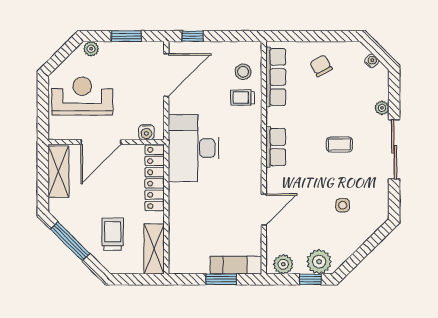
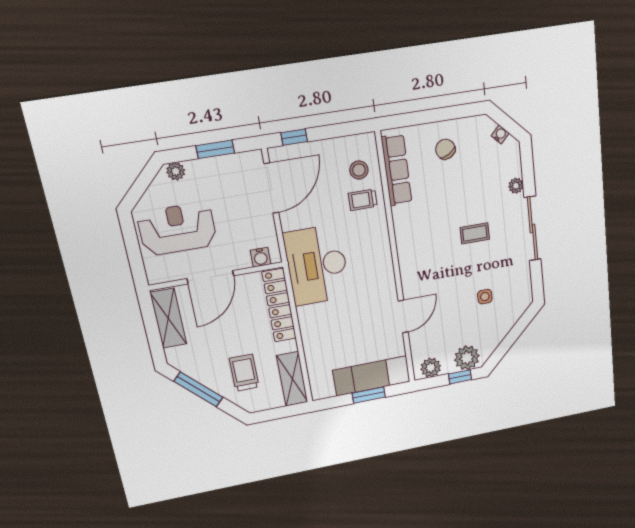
row of seats: (276, 147) -> (407, 248), removed
exam couch: (236, 265) -> (372, 376), width x1.36, depth x1.45

